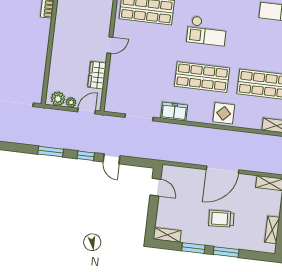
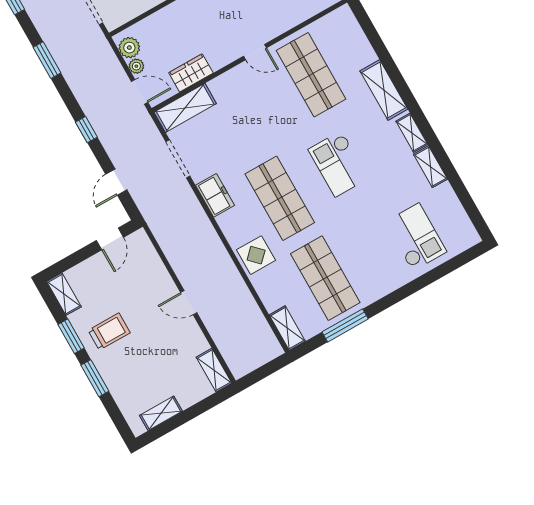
door: (110, 45) -> (255, 52), moved
shelving: (114, 93) -> (185, 108), added
window: (51, 152) -> (47, 60), moved
door: (112, 159) -> (116, 182), moved
door: (223, 170) -> (189, 303), width x0.53
trolley: (221, 219) -> (109, 332), moved, turned 93

